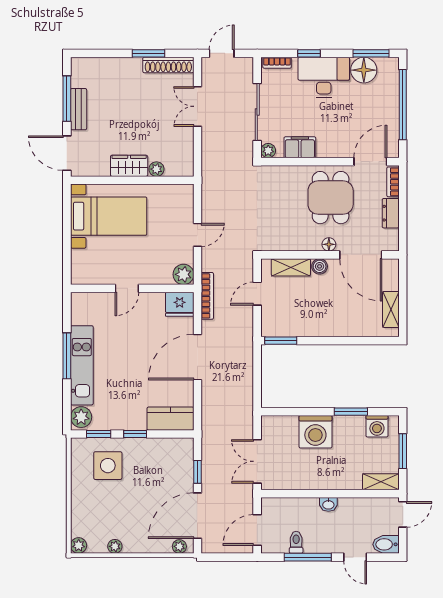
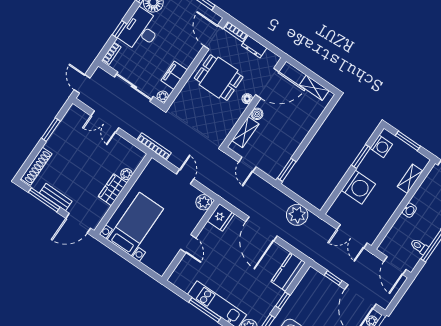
shoe rack: (168, 65) -> (36, 166), moved
bookcase: (207, 296) -> (154, 146), moved
plant: (239, 386) -> (297, 215), added
shelving: (381, 482) -> (410, 179), moved

